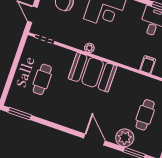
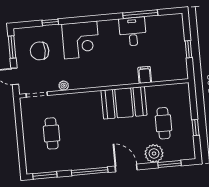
plant: (89, 48) -> (64, 86), moved
booth: (93, 72) -> (124, 103), moved
window: (61, 128) -> (90, 171), added

